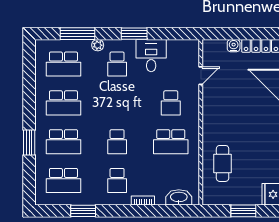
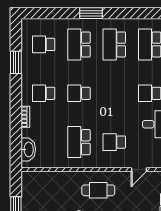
door: (201, 76) -> (139, 169), hinge flipped
window: (29, 142) -> (91, 13), moved
cafe table: (223, 163) -> (98, 190), moved
school desk: (63, 180) -> (44, 44), width x0.54

